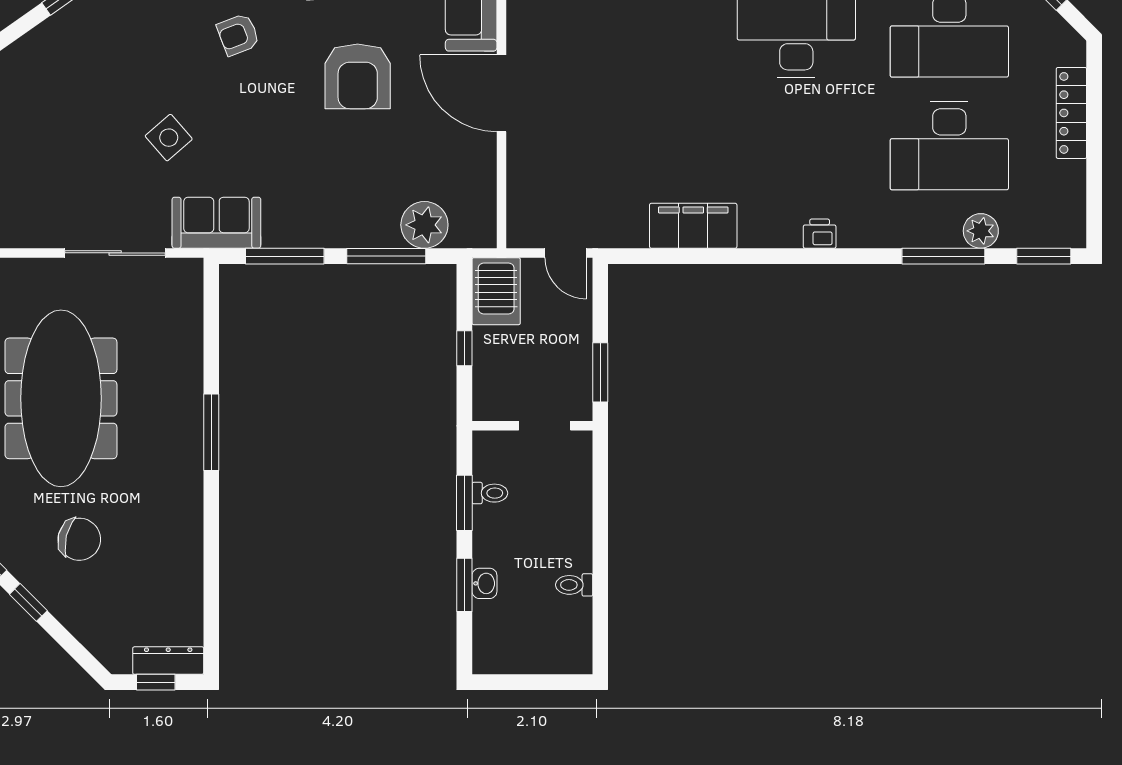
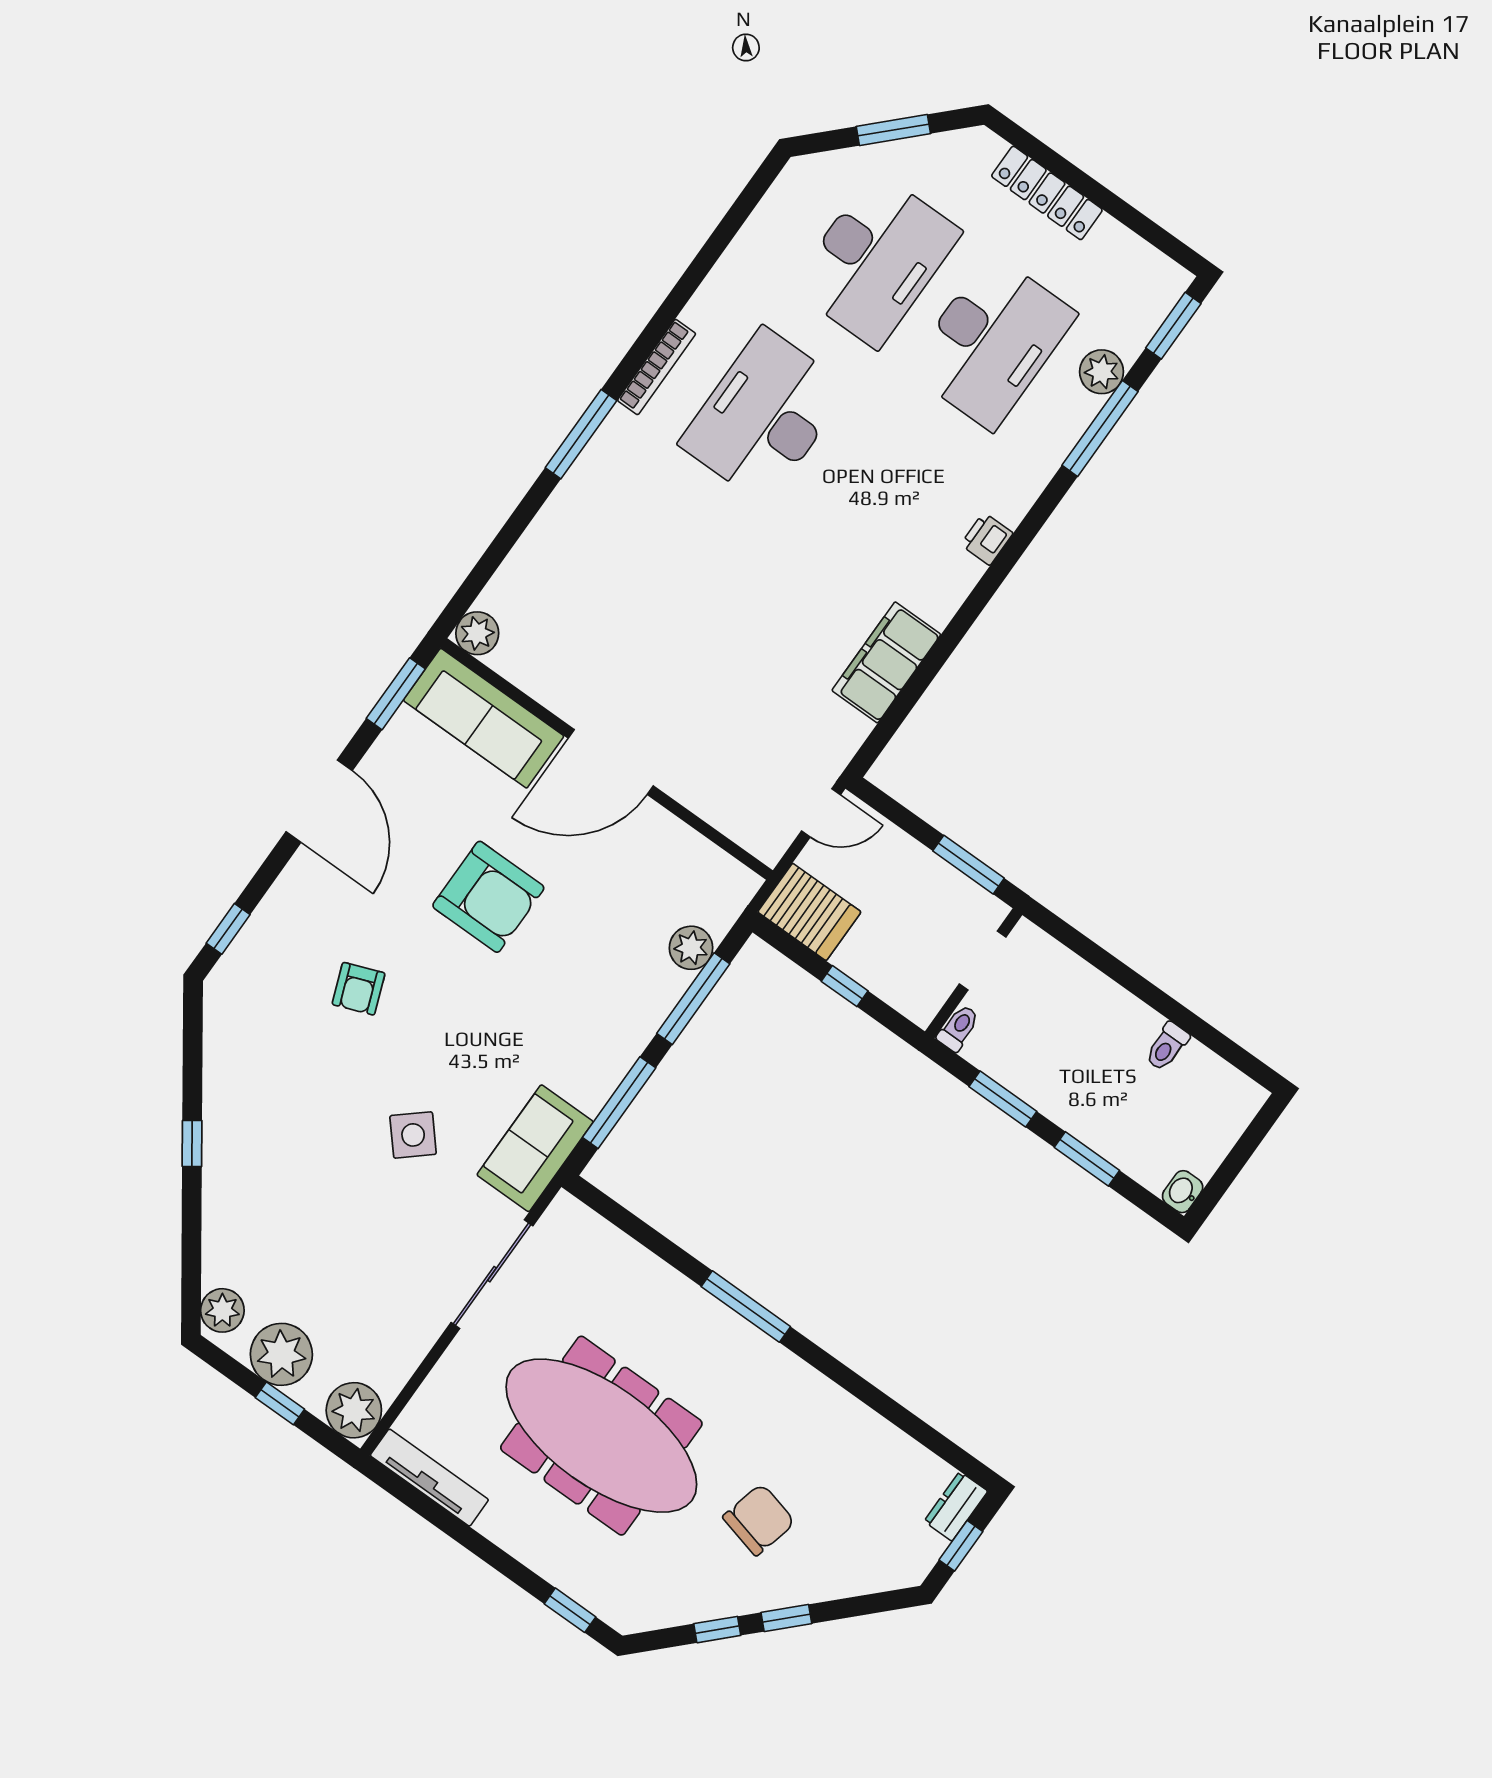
plant: (424, 225) -> (691, 948), width x0.73, depth x0.73
toilet: (490, 493) -> (958, 1028), moved
washbasin: (484, 583) -> (1183, 1192), moved, turned -90
dresser: (168, 661) -> (956, 1506), width x0.70

